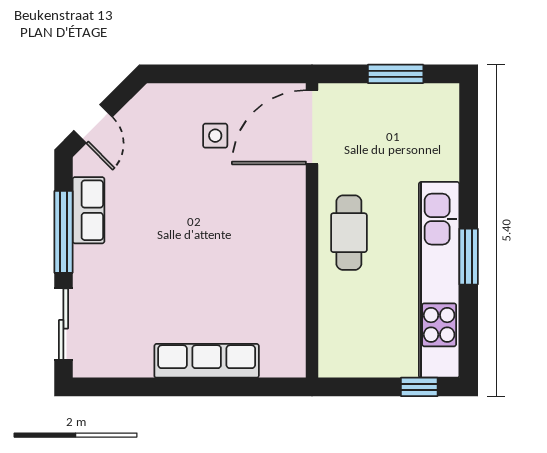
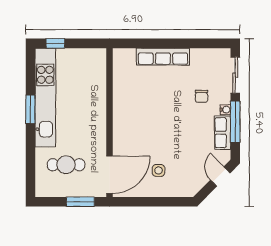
window: (396, 74) -> (80, 202), moved
cafe table: (349, 233) -> (66, 165), moved, turned 90
water cooler: (83, 256) -> (225, 110), added
chair: (130, 282) -> (201, 96), added

